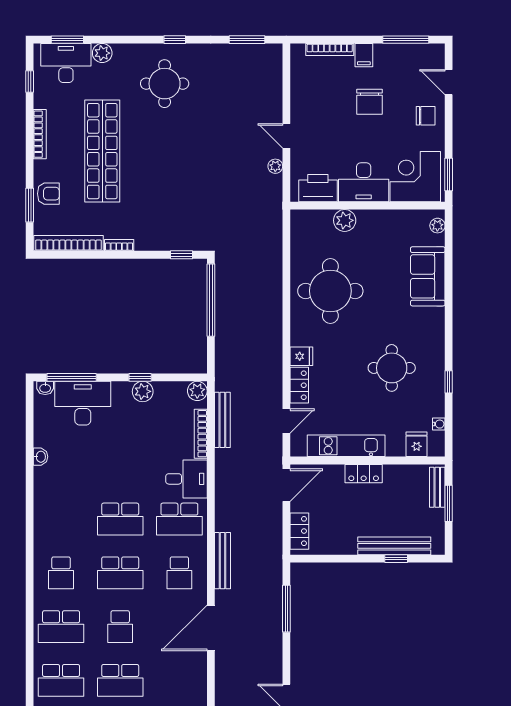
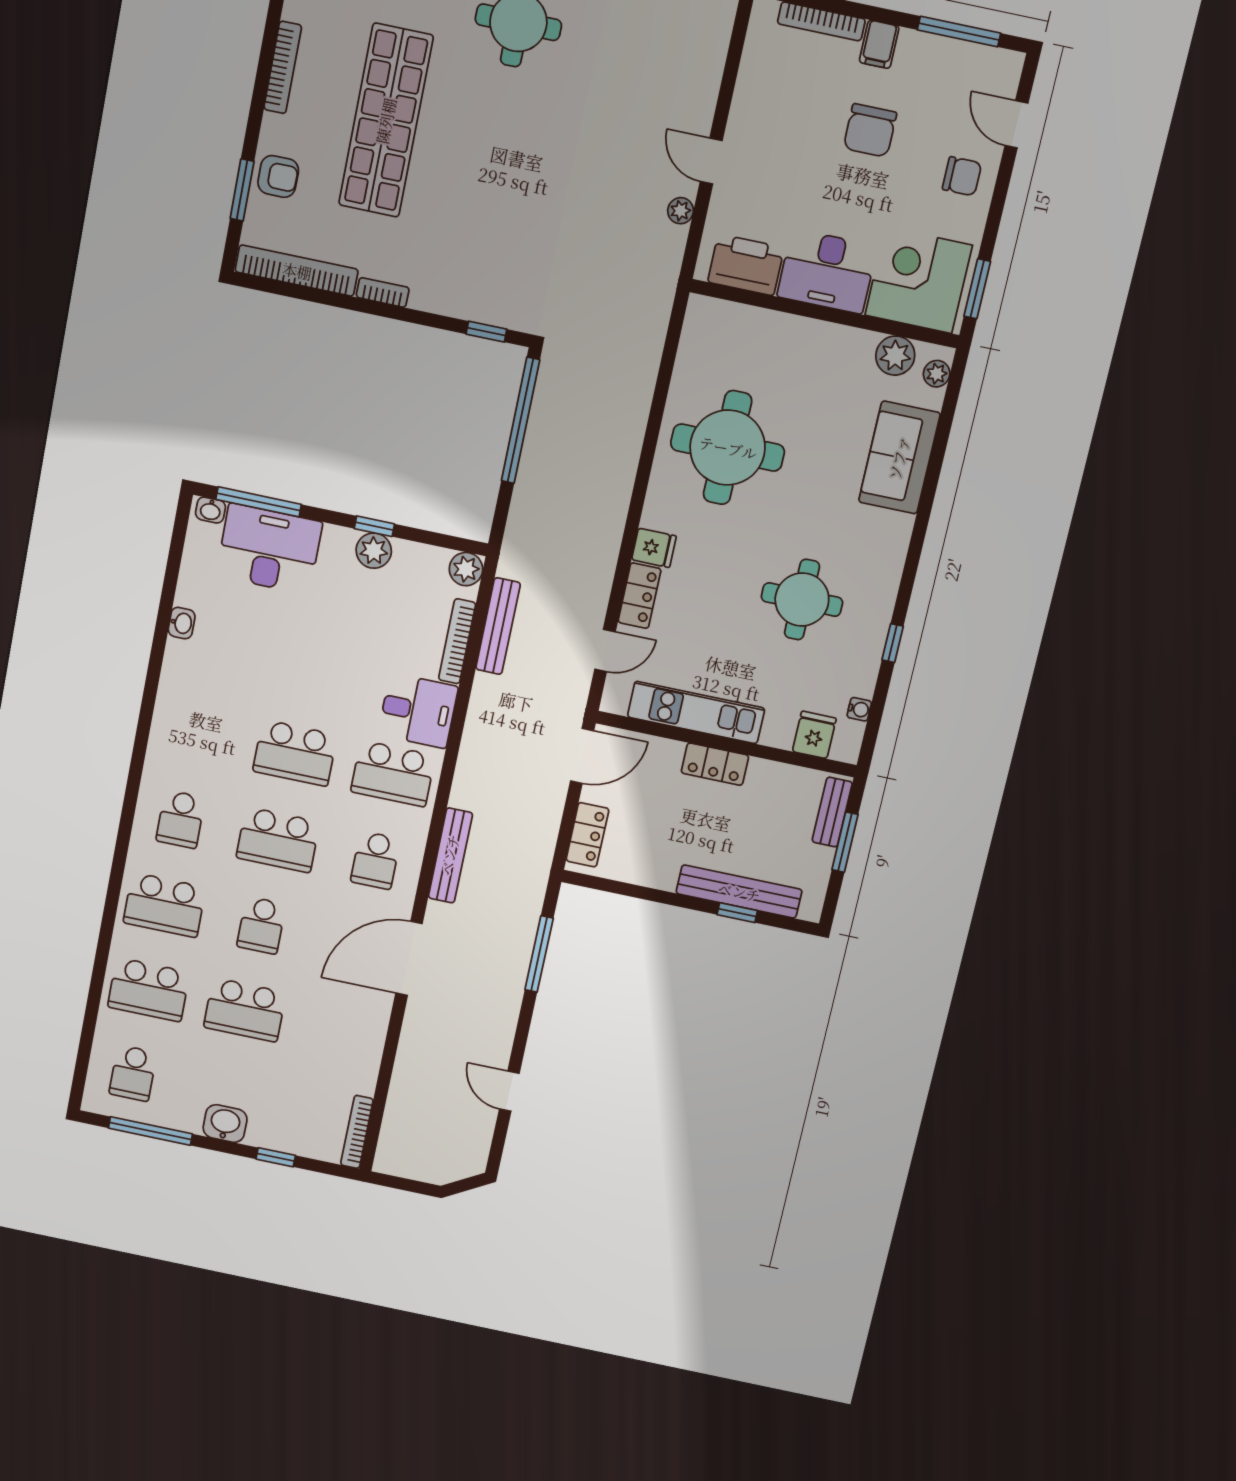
plant: (345, 220) -> (895, 356), moved

